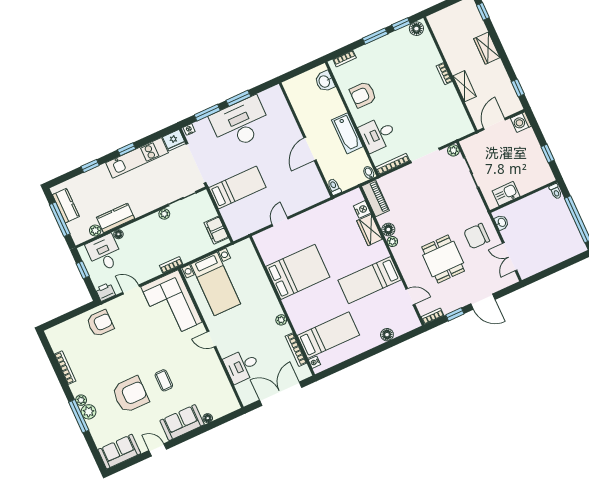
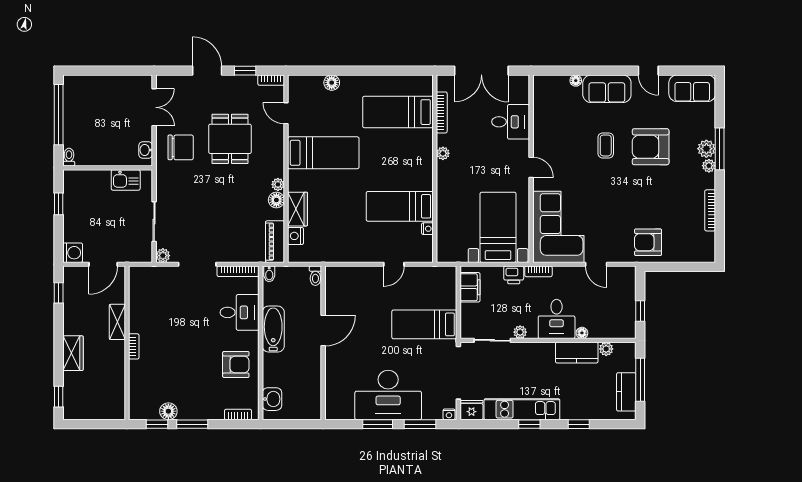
floor lamp: (416, 29) -> (168, 411), moved
desk: (104, 253) -> (557, 319), moved
bed: (298, 272) -> (400, 206), width x0.67
printer: (105, 292) -> (514, 275), moved
nightstand: (314, 362) -> (427, 229), moved

